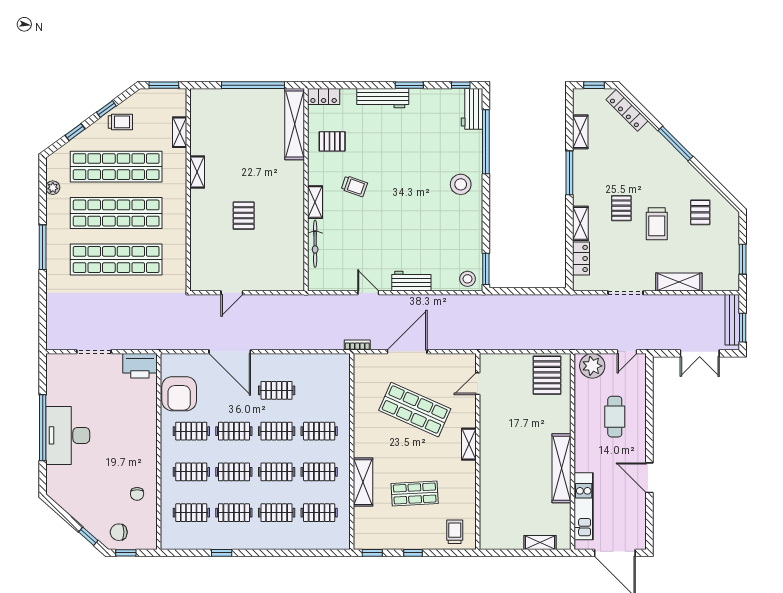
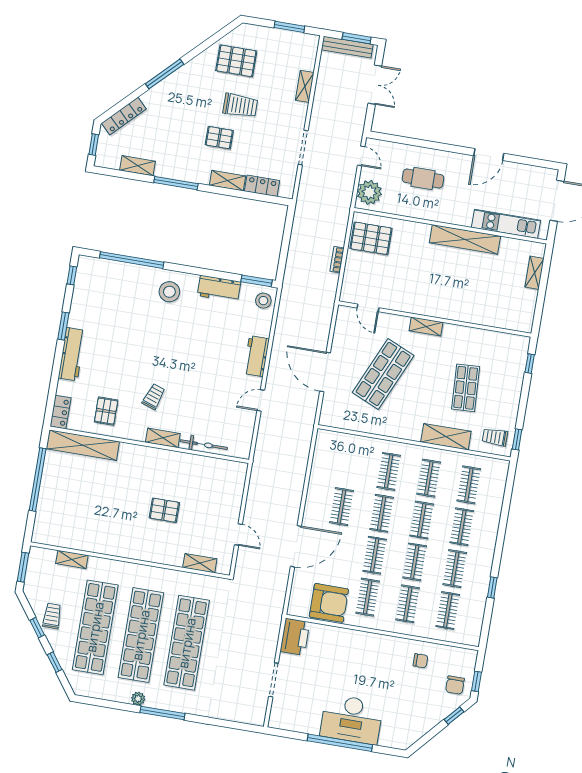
workbench: (472, 109) -> (219, 289), moved
shelving: (197, 172) -> (200, 563), moved
plant: (53, 188) -> (138, 699), moved
pallet: (700, 212) -> (236, 61), width x1.50, depth x1.42
shelving: (679, 282) -> (305, 86), width x0.67, depth x0.75
bookcase: (357, 345) -> (337, 260), moved
trolley: (455, 532) -> (495, 437), moved
window: (413, 553) -> (530, 364), moved

